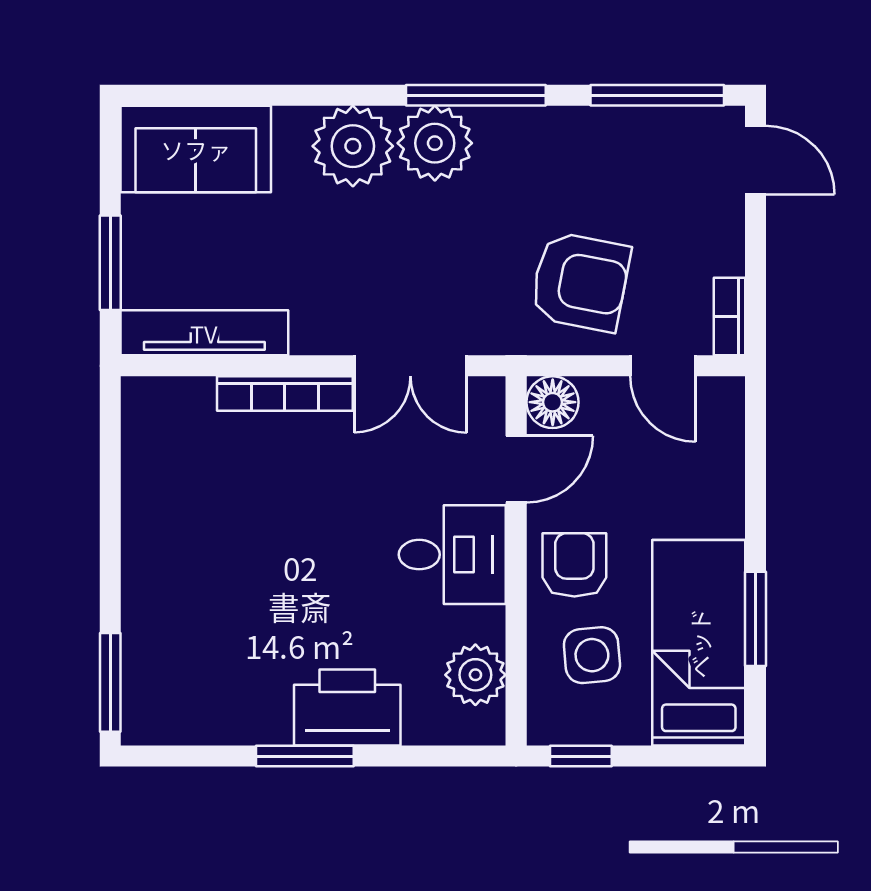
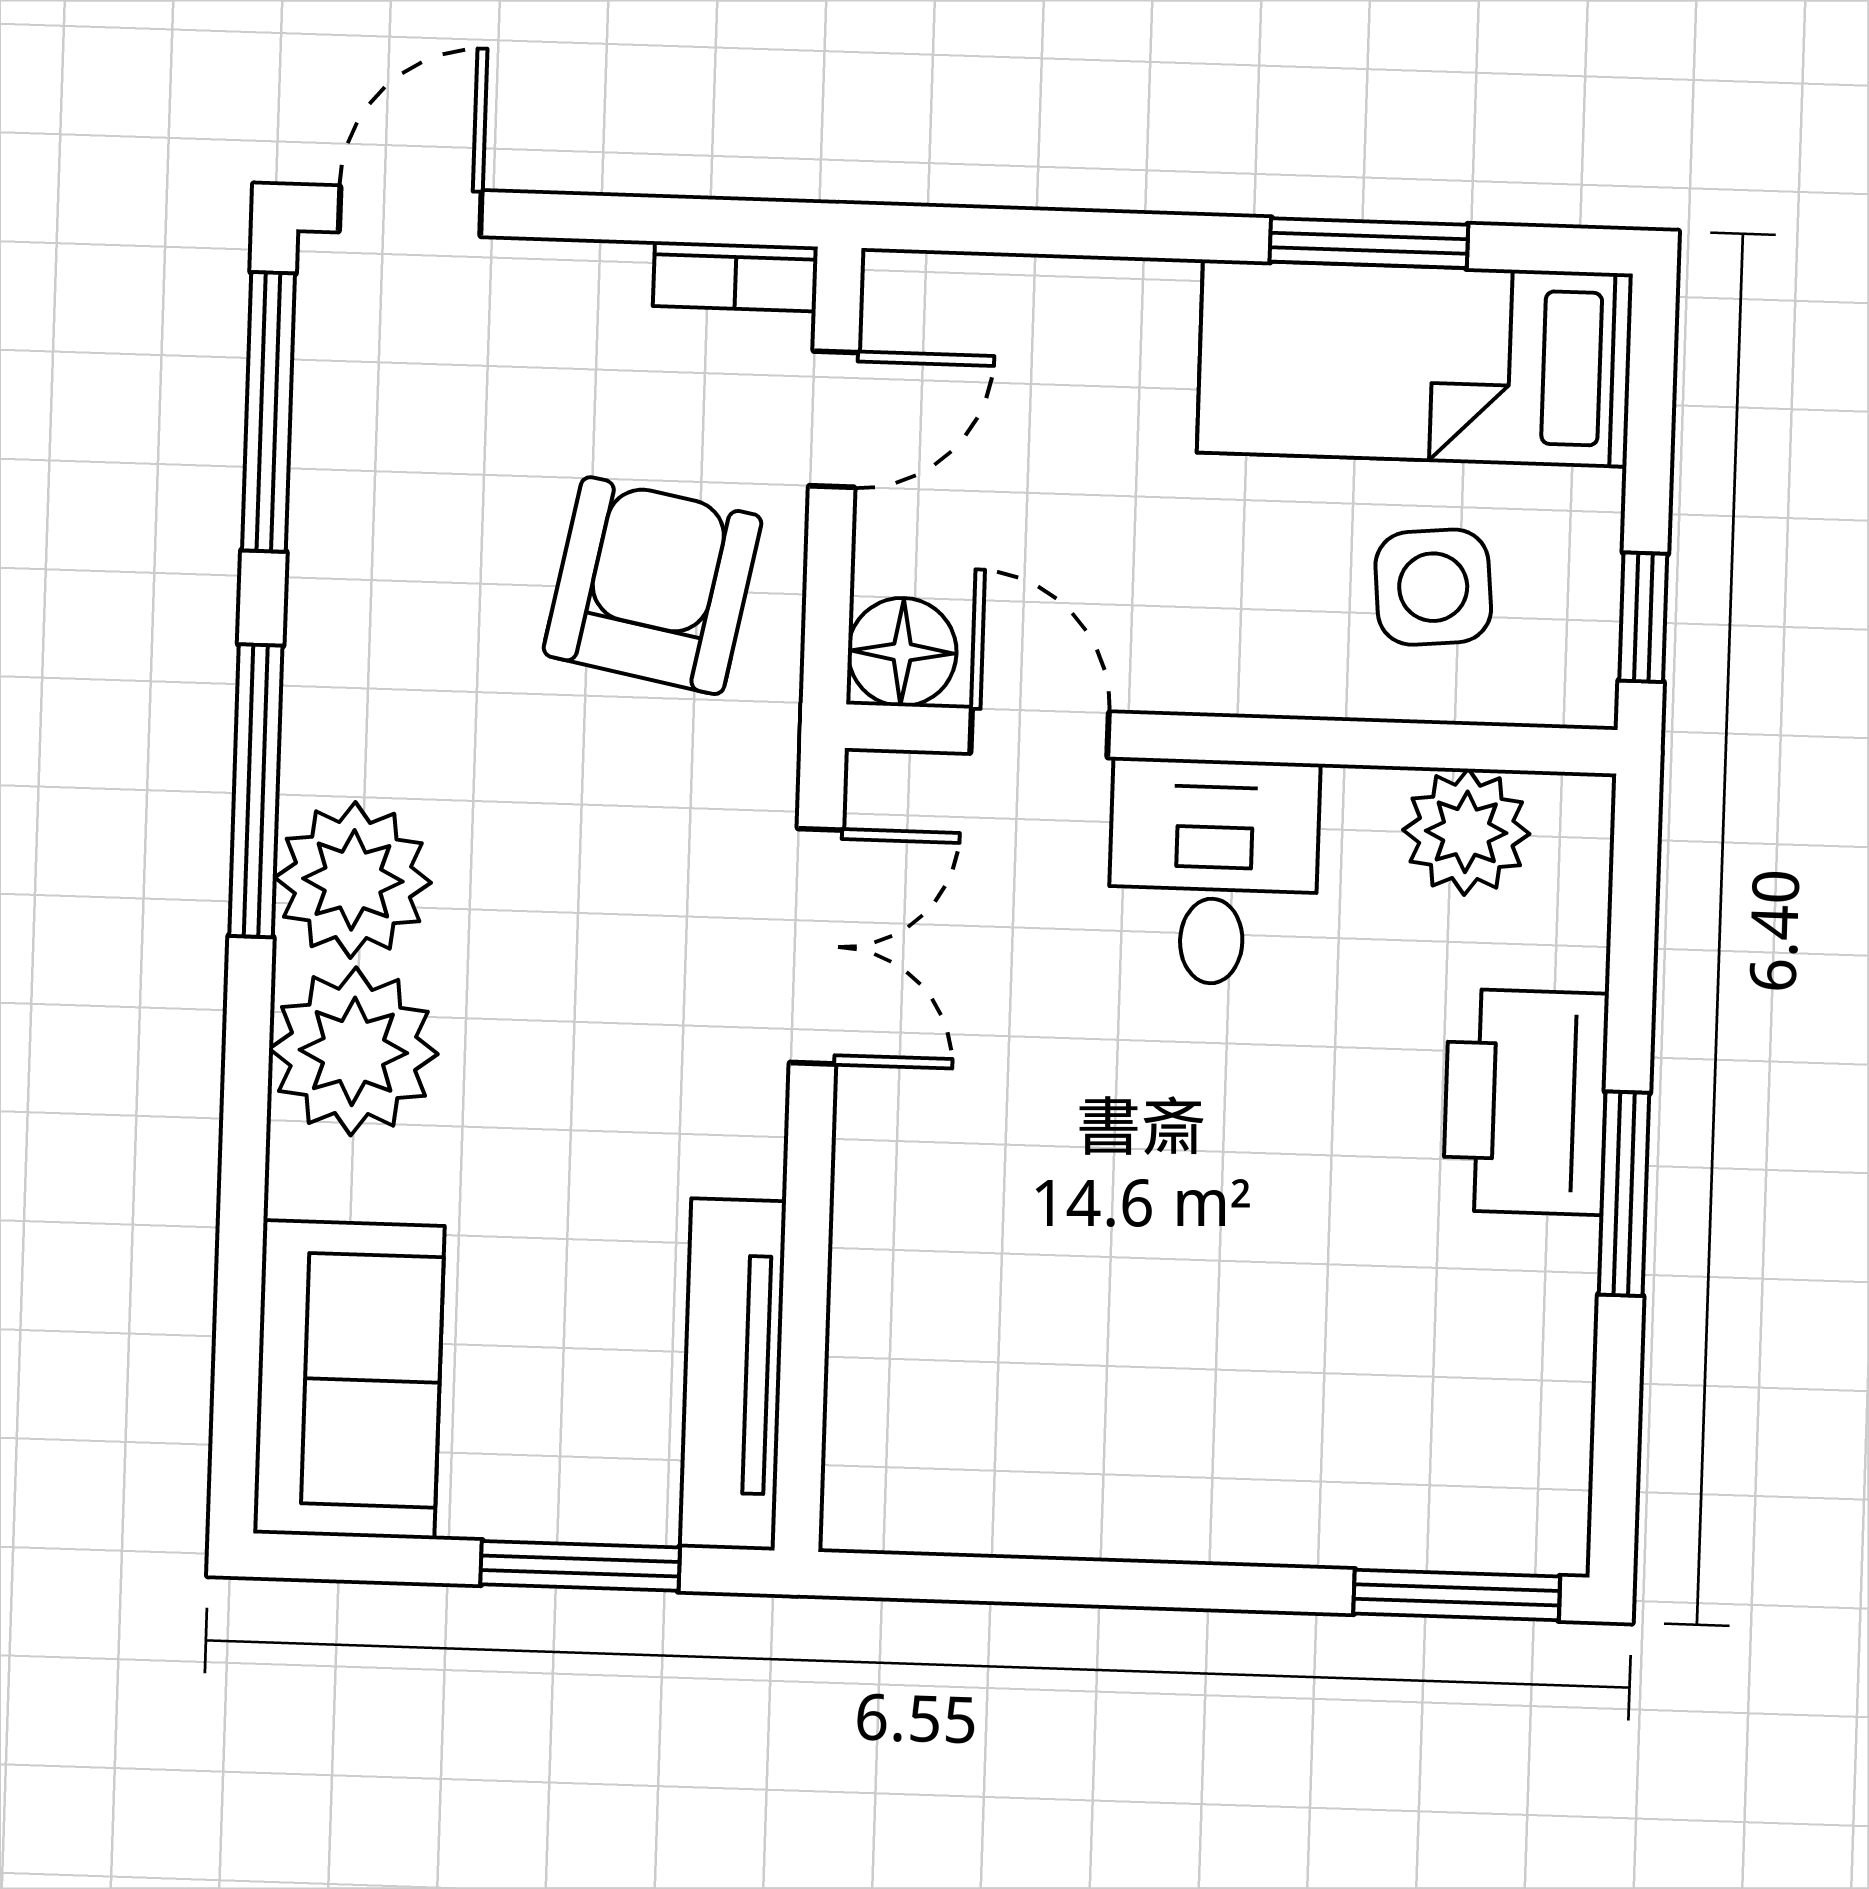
bookcase: (285, 394) -> (866, 1210), removed
armchair: (574, 565) -> (1243, 618), removed

